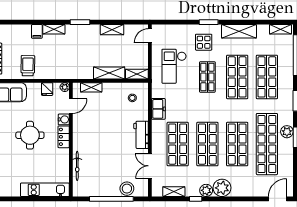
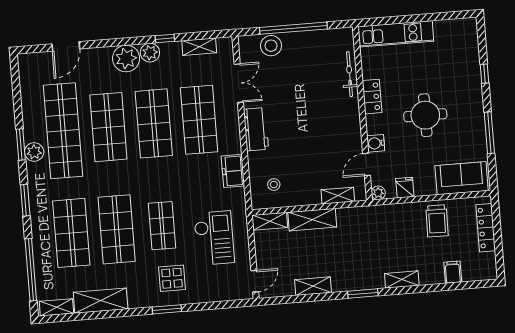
filing cabinet: (37, 31) -> (453, 272), moved
shelving: (239, 31) -> (101, 301), moved
locker: (64, 137) -> (372, 97), moved
door: (278, 199) -> (66, 46), moved

